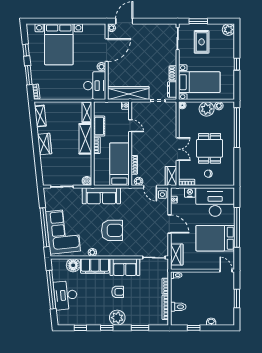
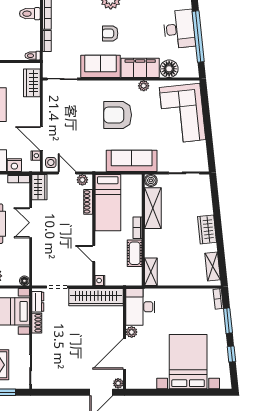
shelving: (85, 139) -> (153, 208), moved
door: (169, 224) -> (41, 139), moved
window: (45, 227) -> (207, 119), removed

